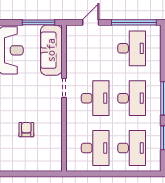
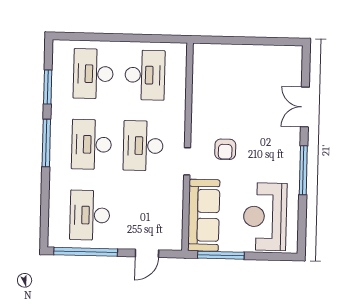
armchair: (26, 130) -> (225, 149), moved
desk: (95, 148) -> (145, 75), turned 180

